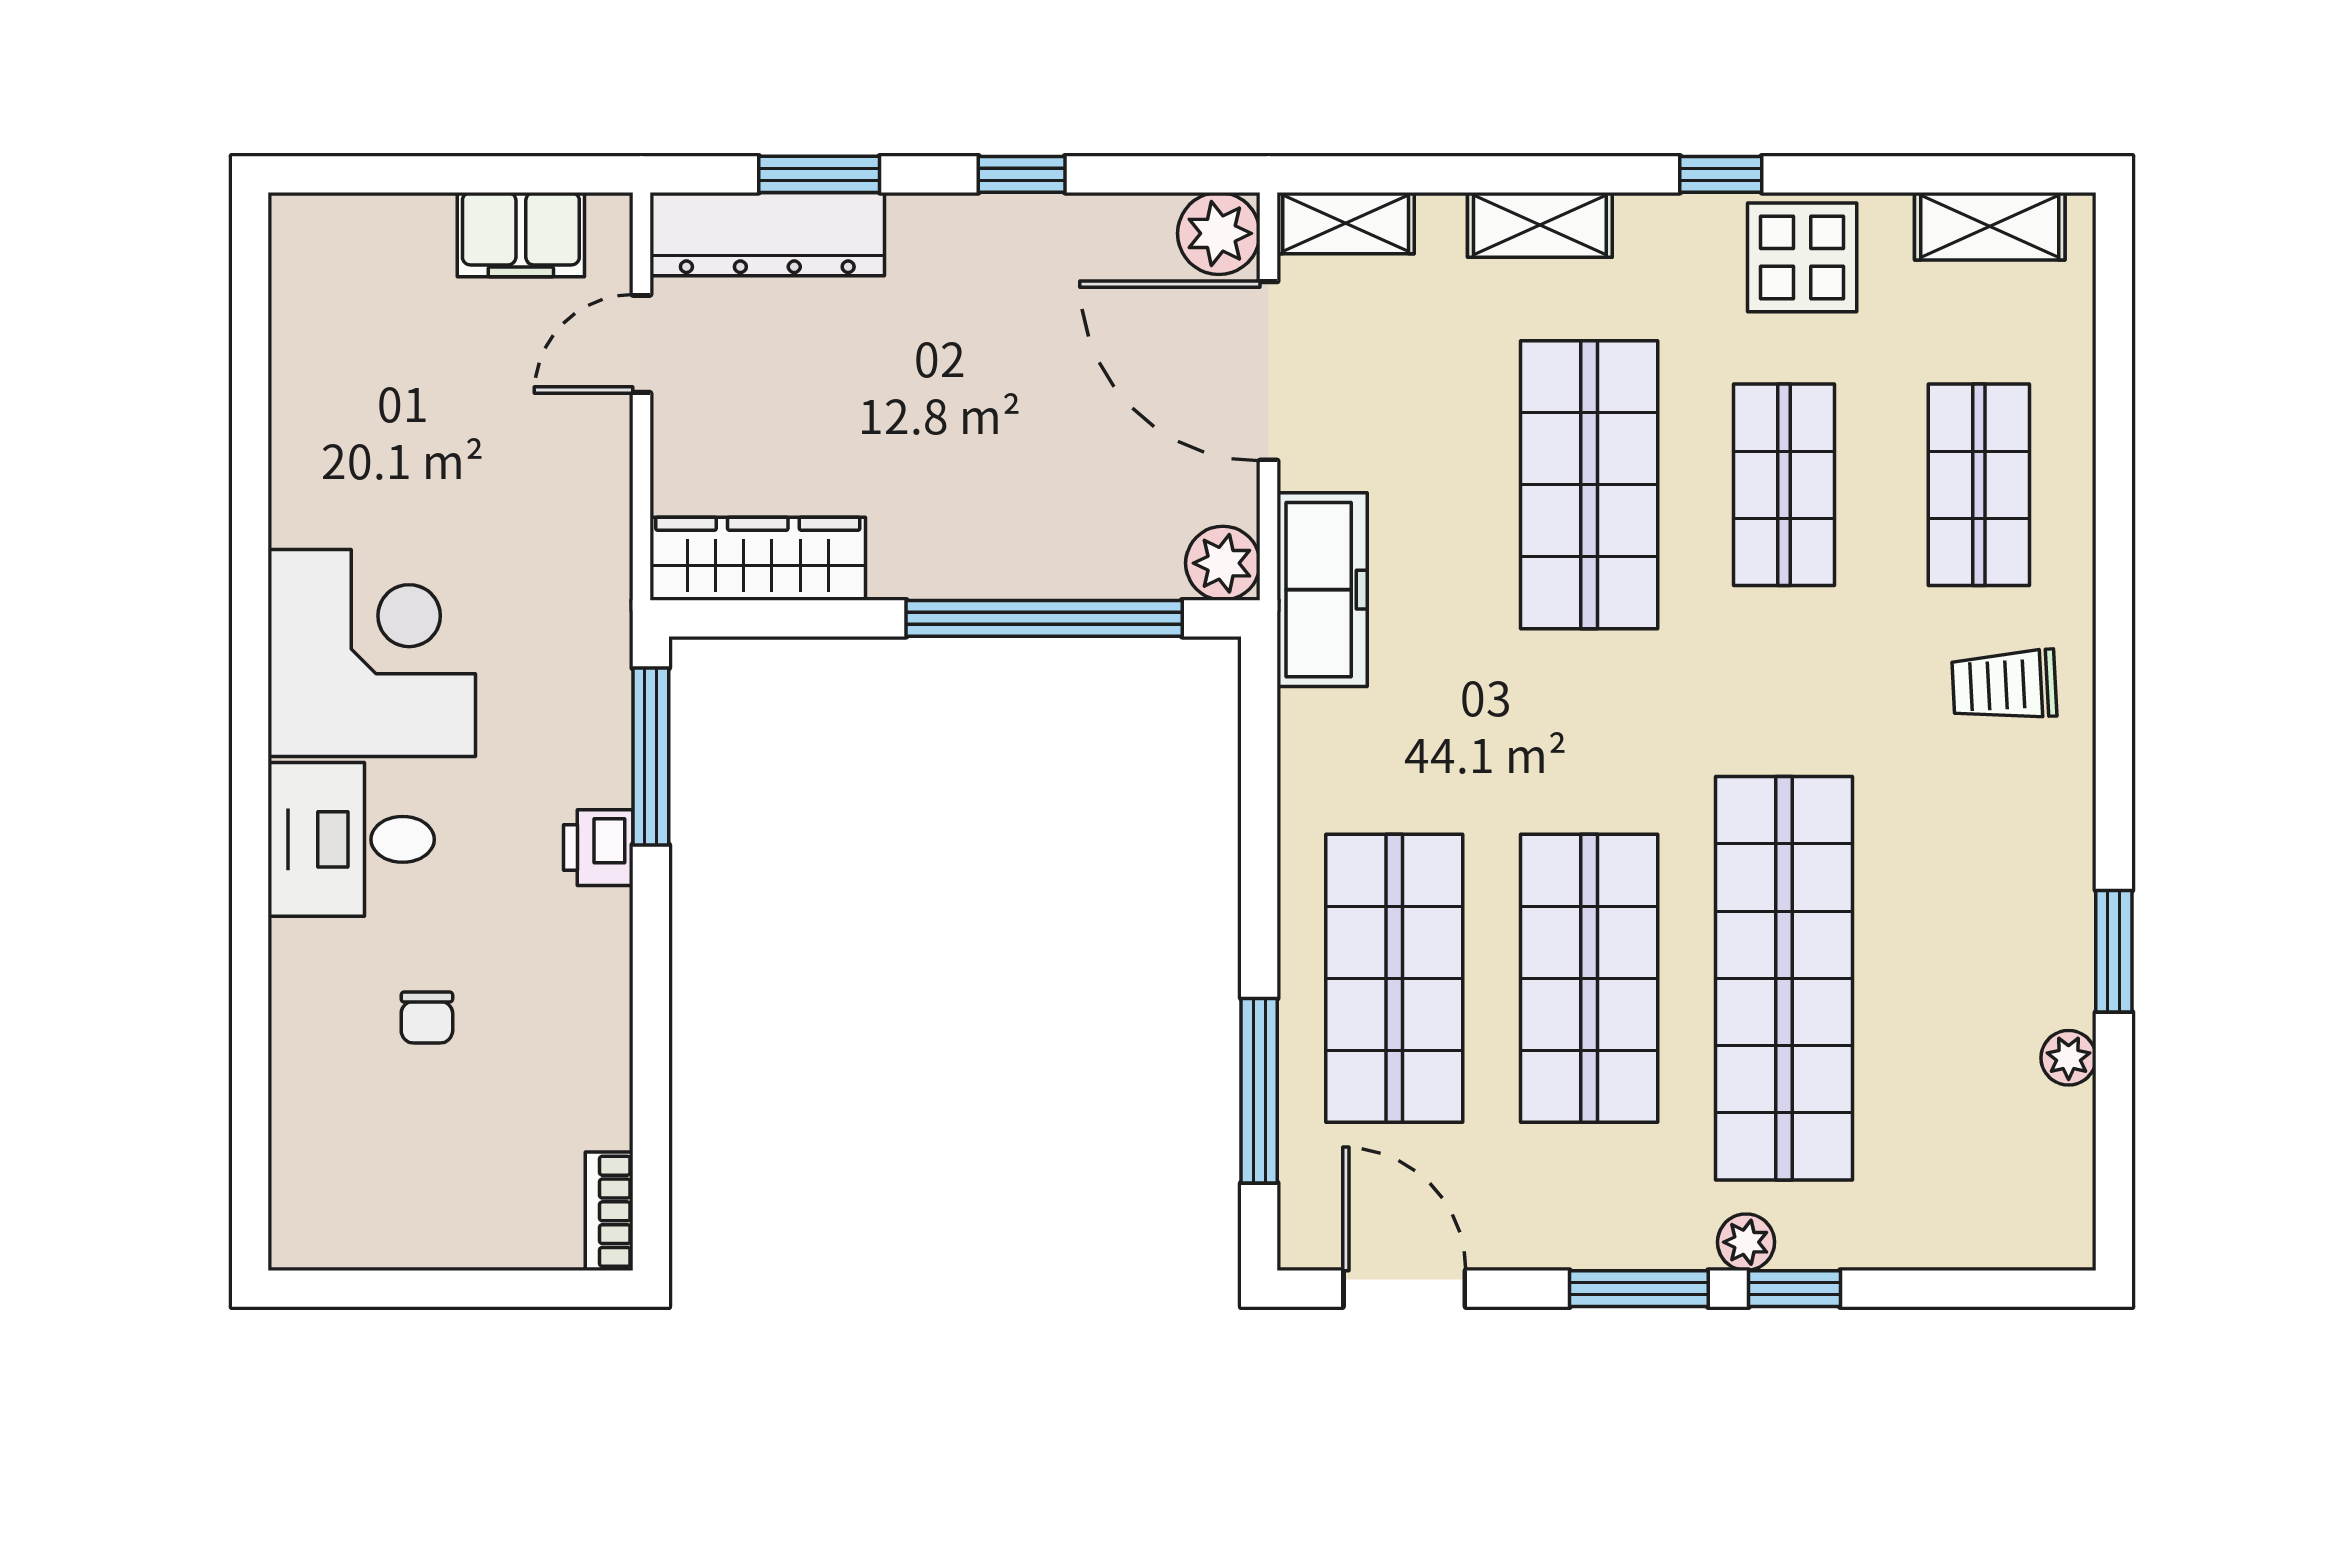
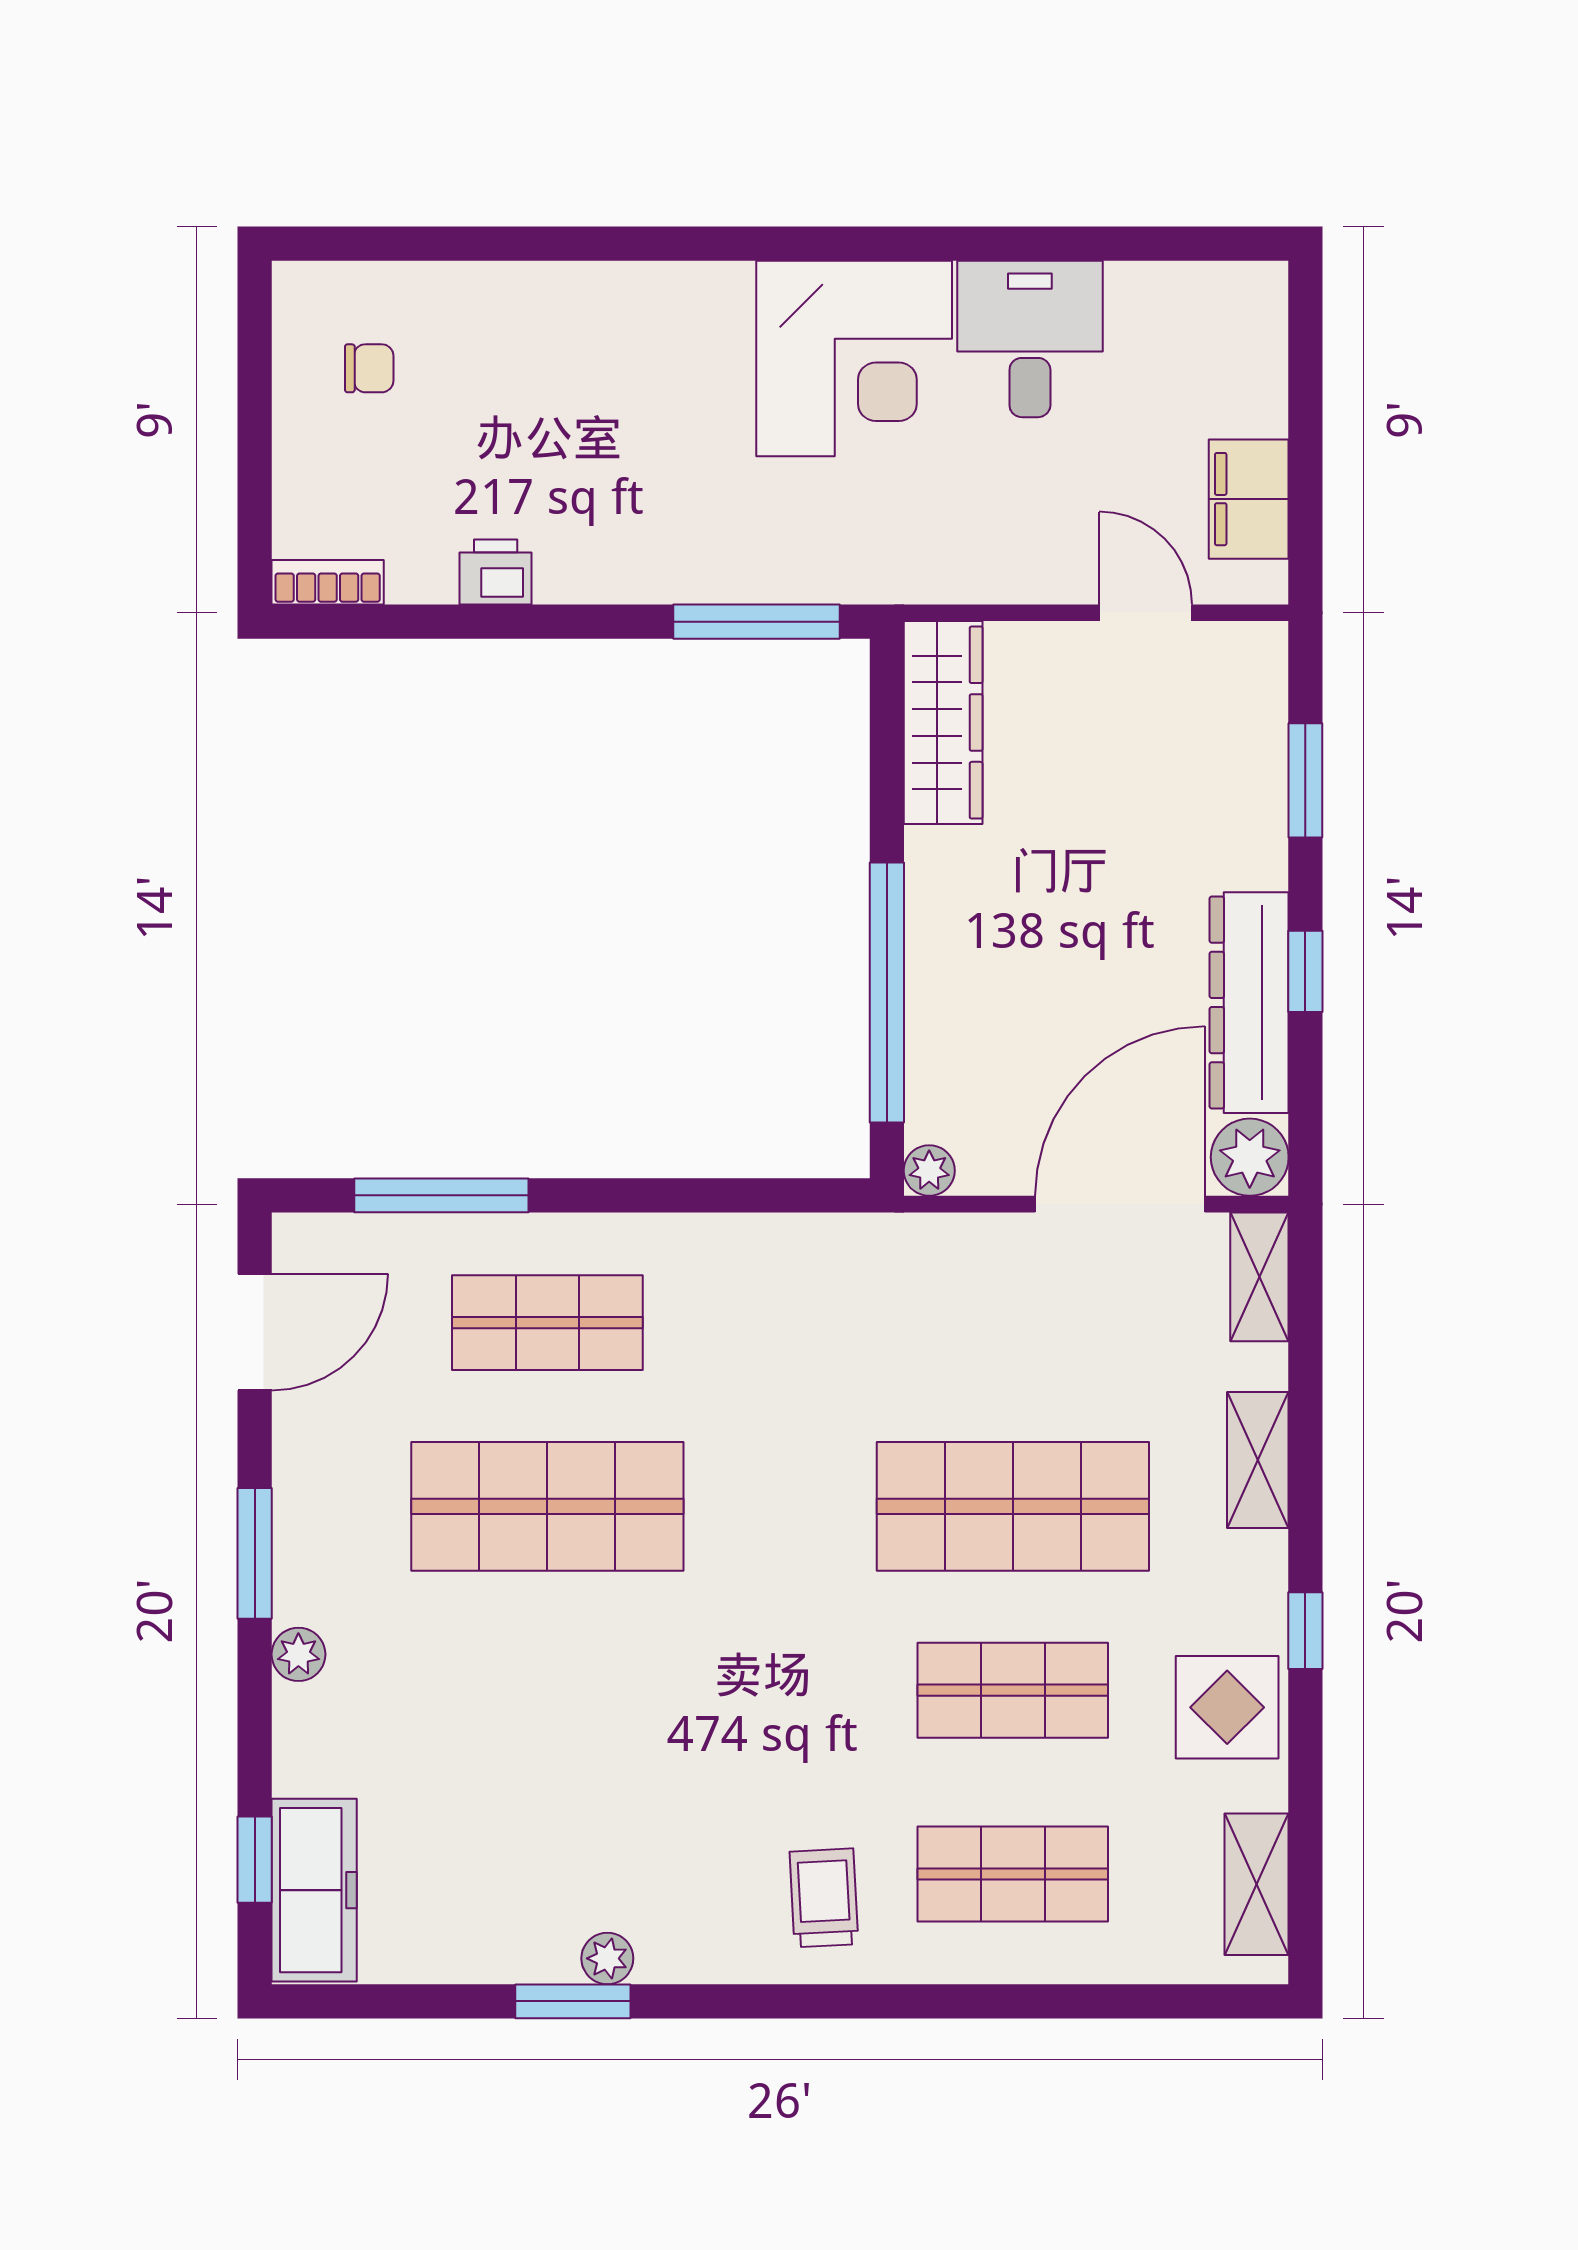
dresser: (767, 234) -> (1249, 1003), moved
plant: (1223, 563) -> (929, 1171), width x0.73, depth x0.73
freezer: (1322, 590) -> (314, 1890), moved, turned -90
desk: (351, 839) -> (1030, 339), moved
printer: (598, 848) -> (496, 572), moved
shop shelf: (1394, 978) -> (547, 1323), width x0.70, depth x0.74
shop shelf: (1784, 978) -> (547, 1690), removed
chair: (427, 1018) -> (369, 368), moved, turned 180
plant: (2069, 1058) -> (607, 1958), moved
window: (1794, 1289) -> (255, 1860), moved

